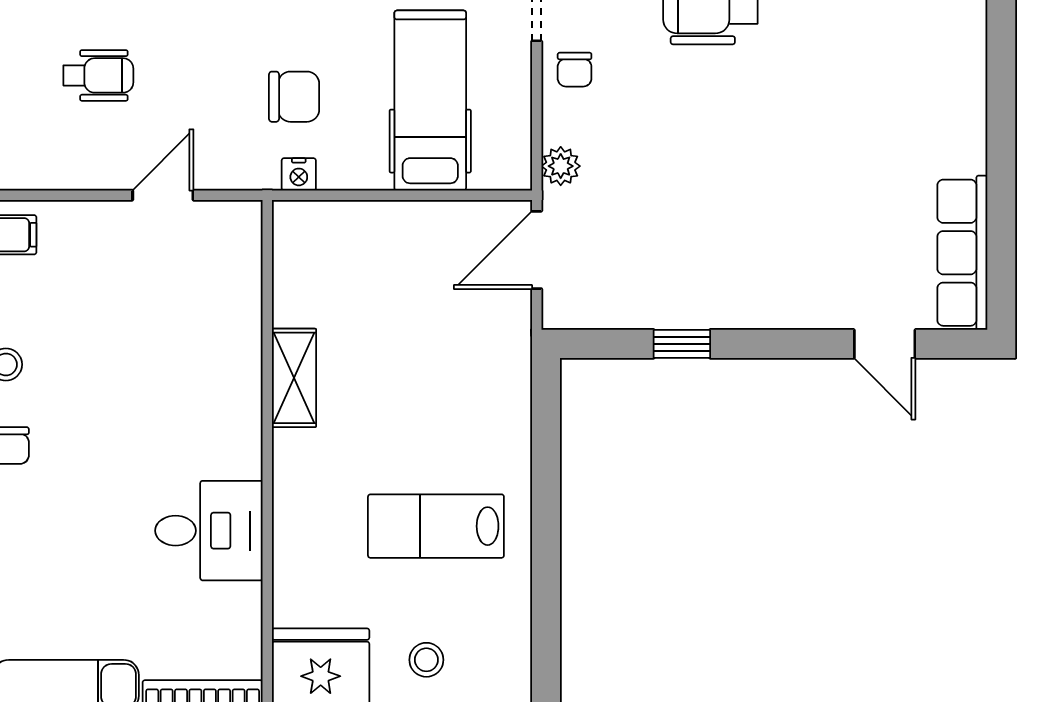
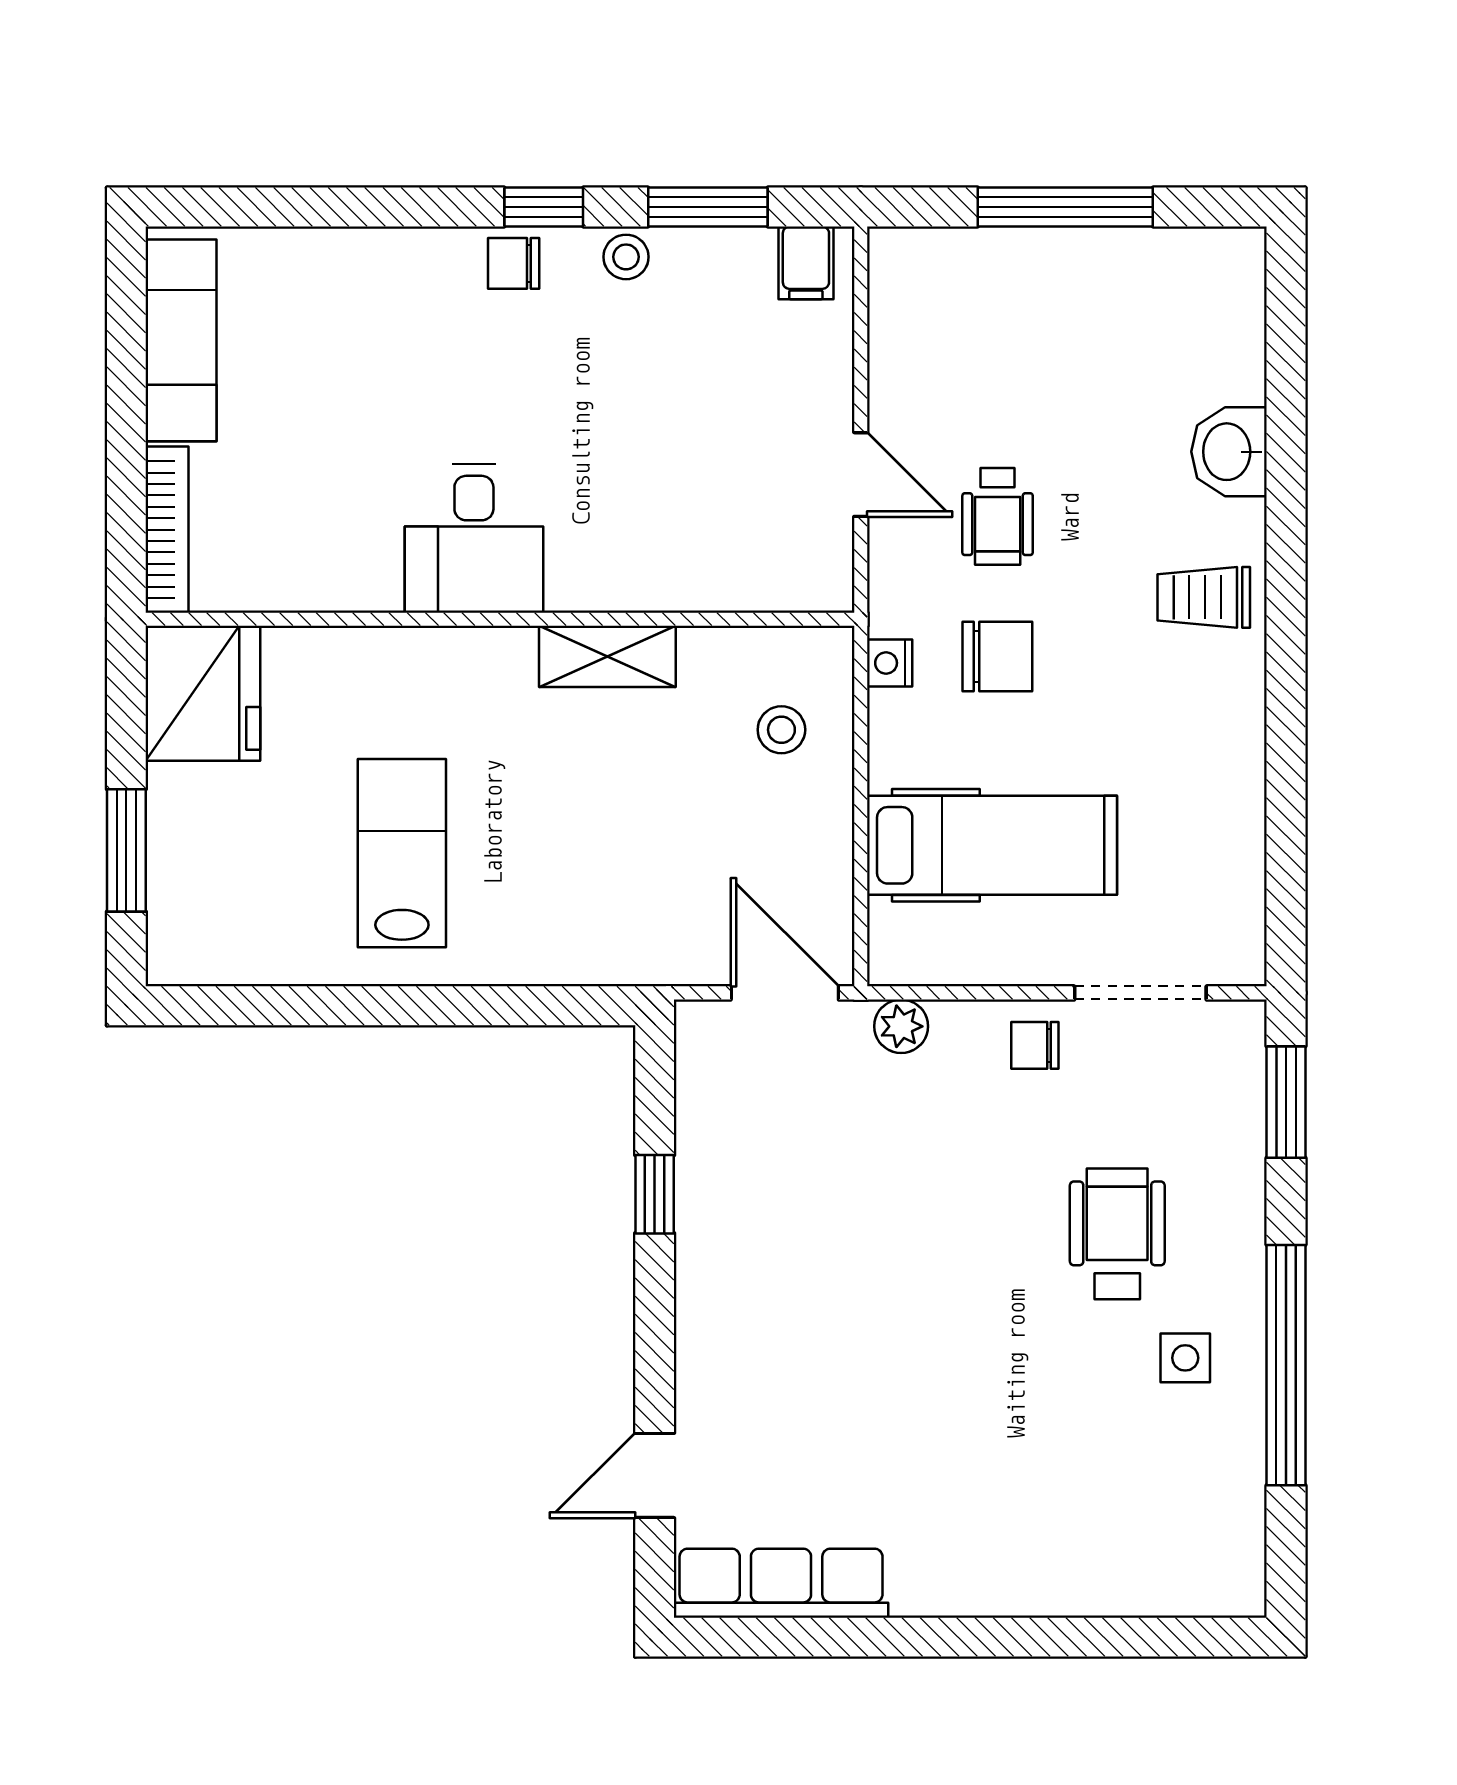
wheelchair: (98, 75) -> (998, 516), moved
chair: (294, 97) -> (997, 657), turned -90
desk: (209, 531) -> (474, 538), moved
stool: (426, 660) -> (781, 730), moved

